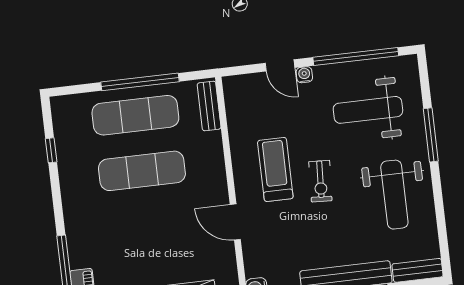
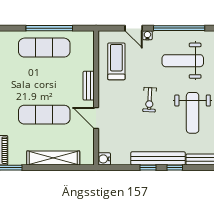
bench: (209, 106) -> (89, 86), moved
treadmill: (275, 169) -> (116, 61), moved
exercise mat: (142, 171) -> (44, 115), moved

